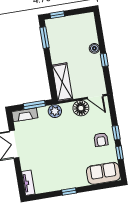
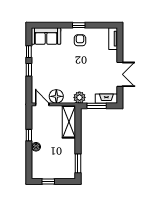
window: (57, 15) -> (48, 181), moved
armchair: (101, 140) -> (80, 40), moved

